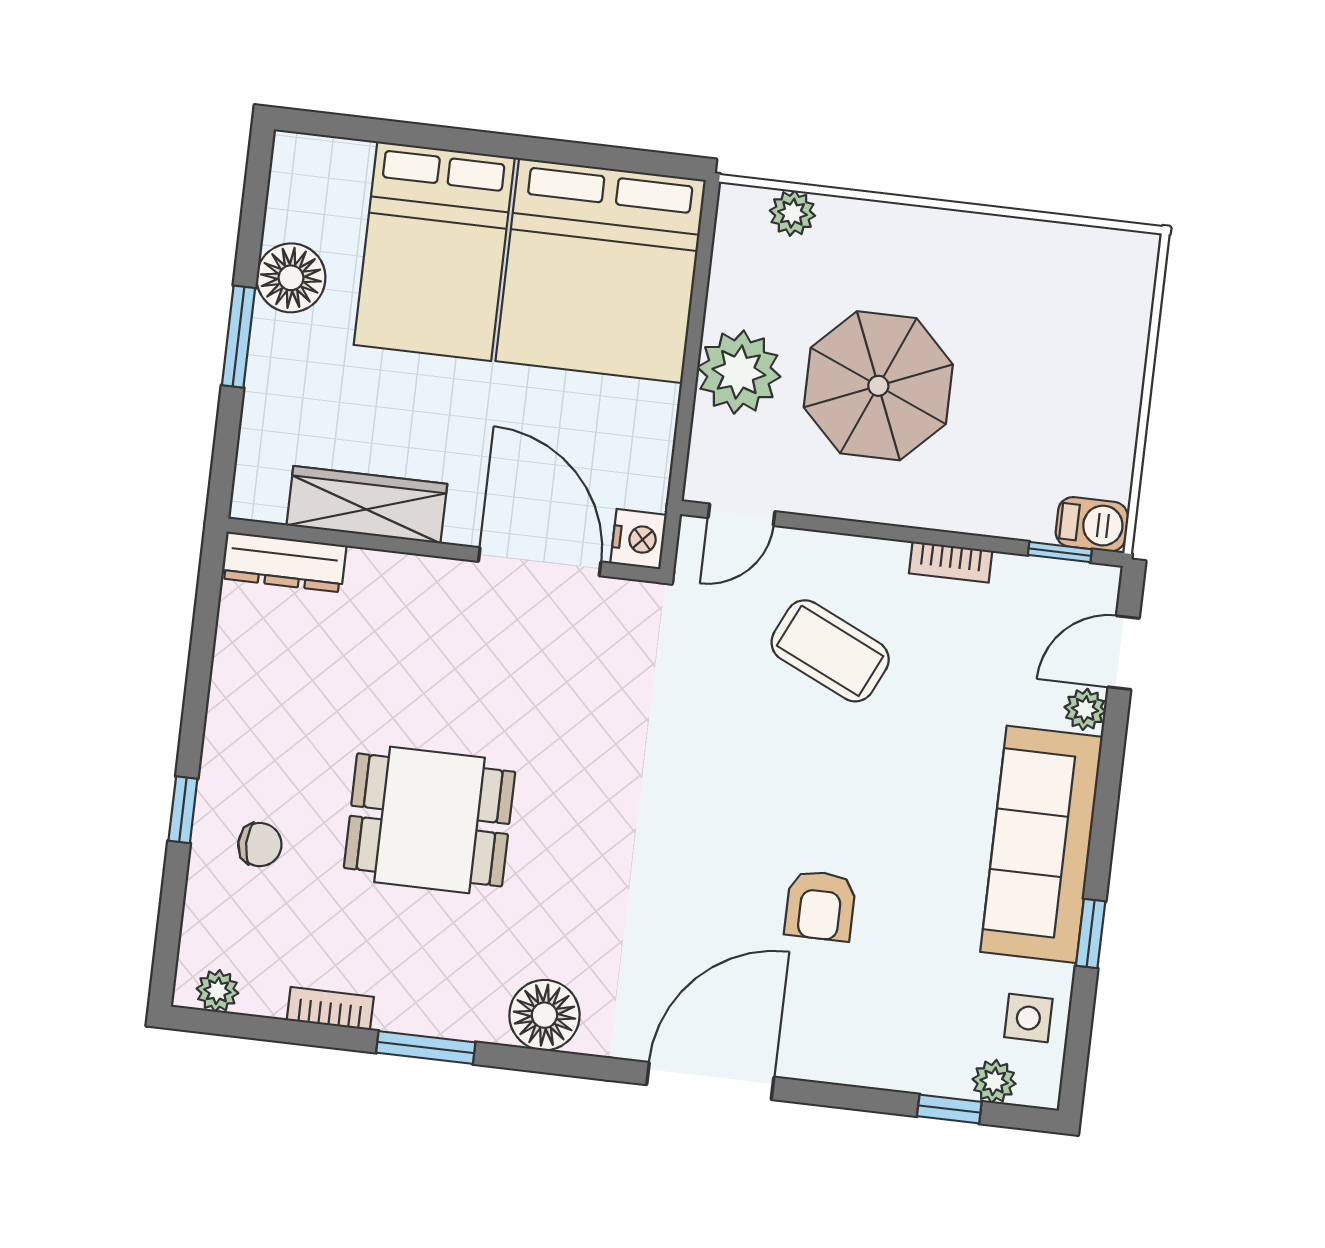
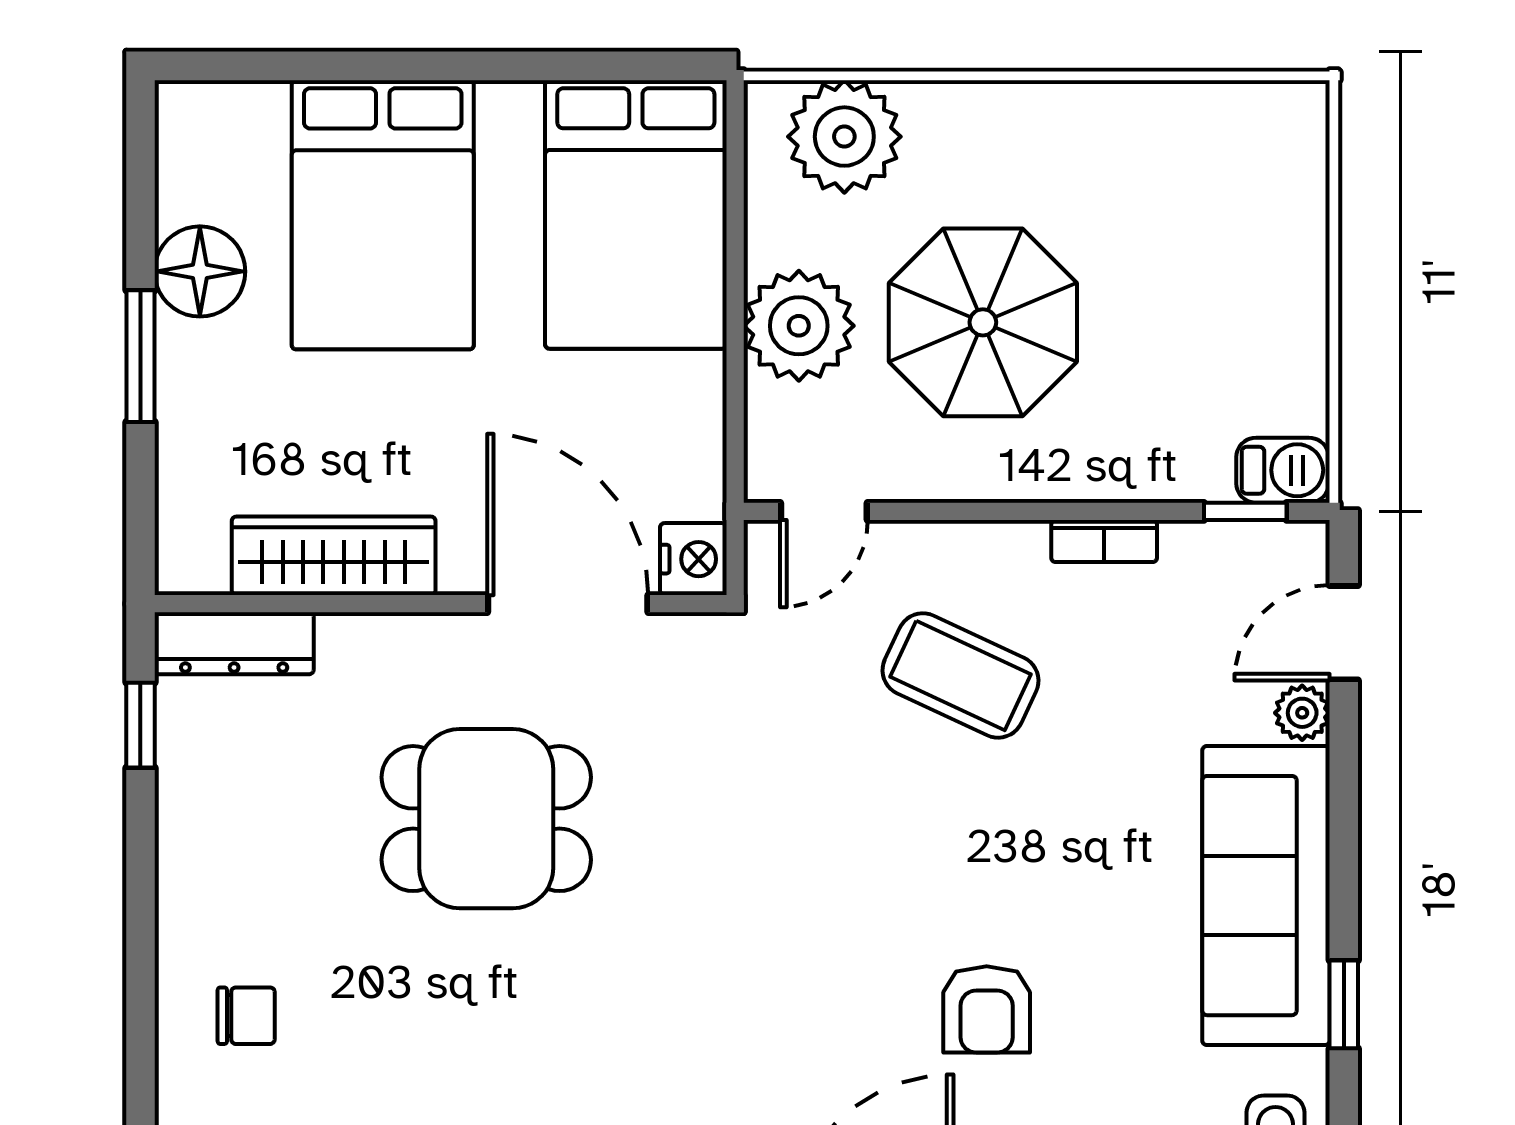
plant: (792, 213) -> (844, 137), width x1.88, depth x1.88
bed: (601, 271) -> (636, 214), width x0.73
window: (183, 810) -> (140, 725), moved
dining table: (430, 820) -> (486, 819), moved

